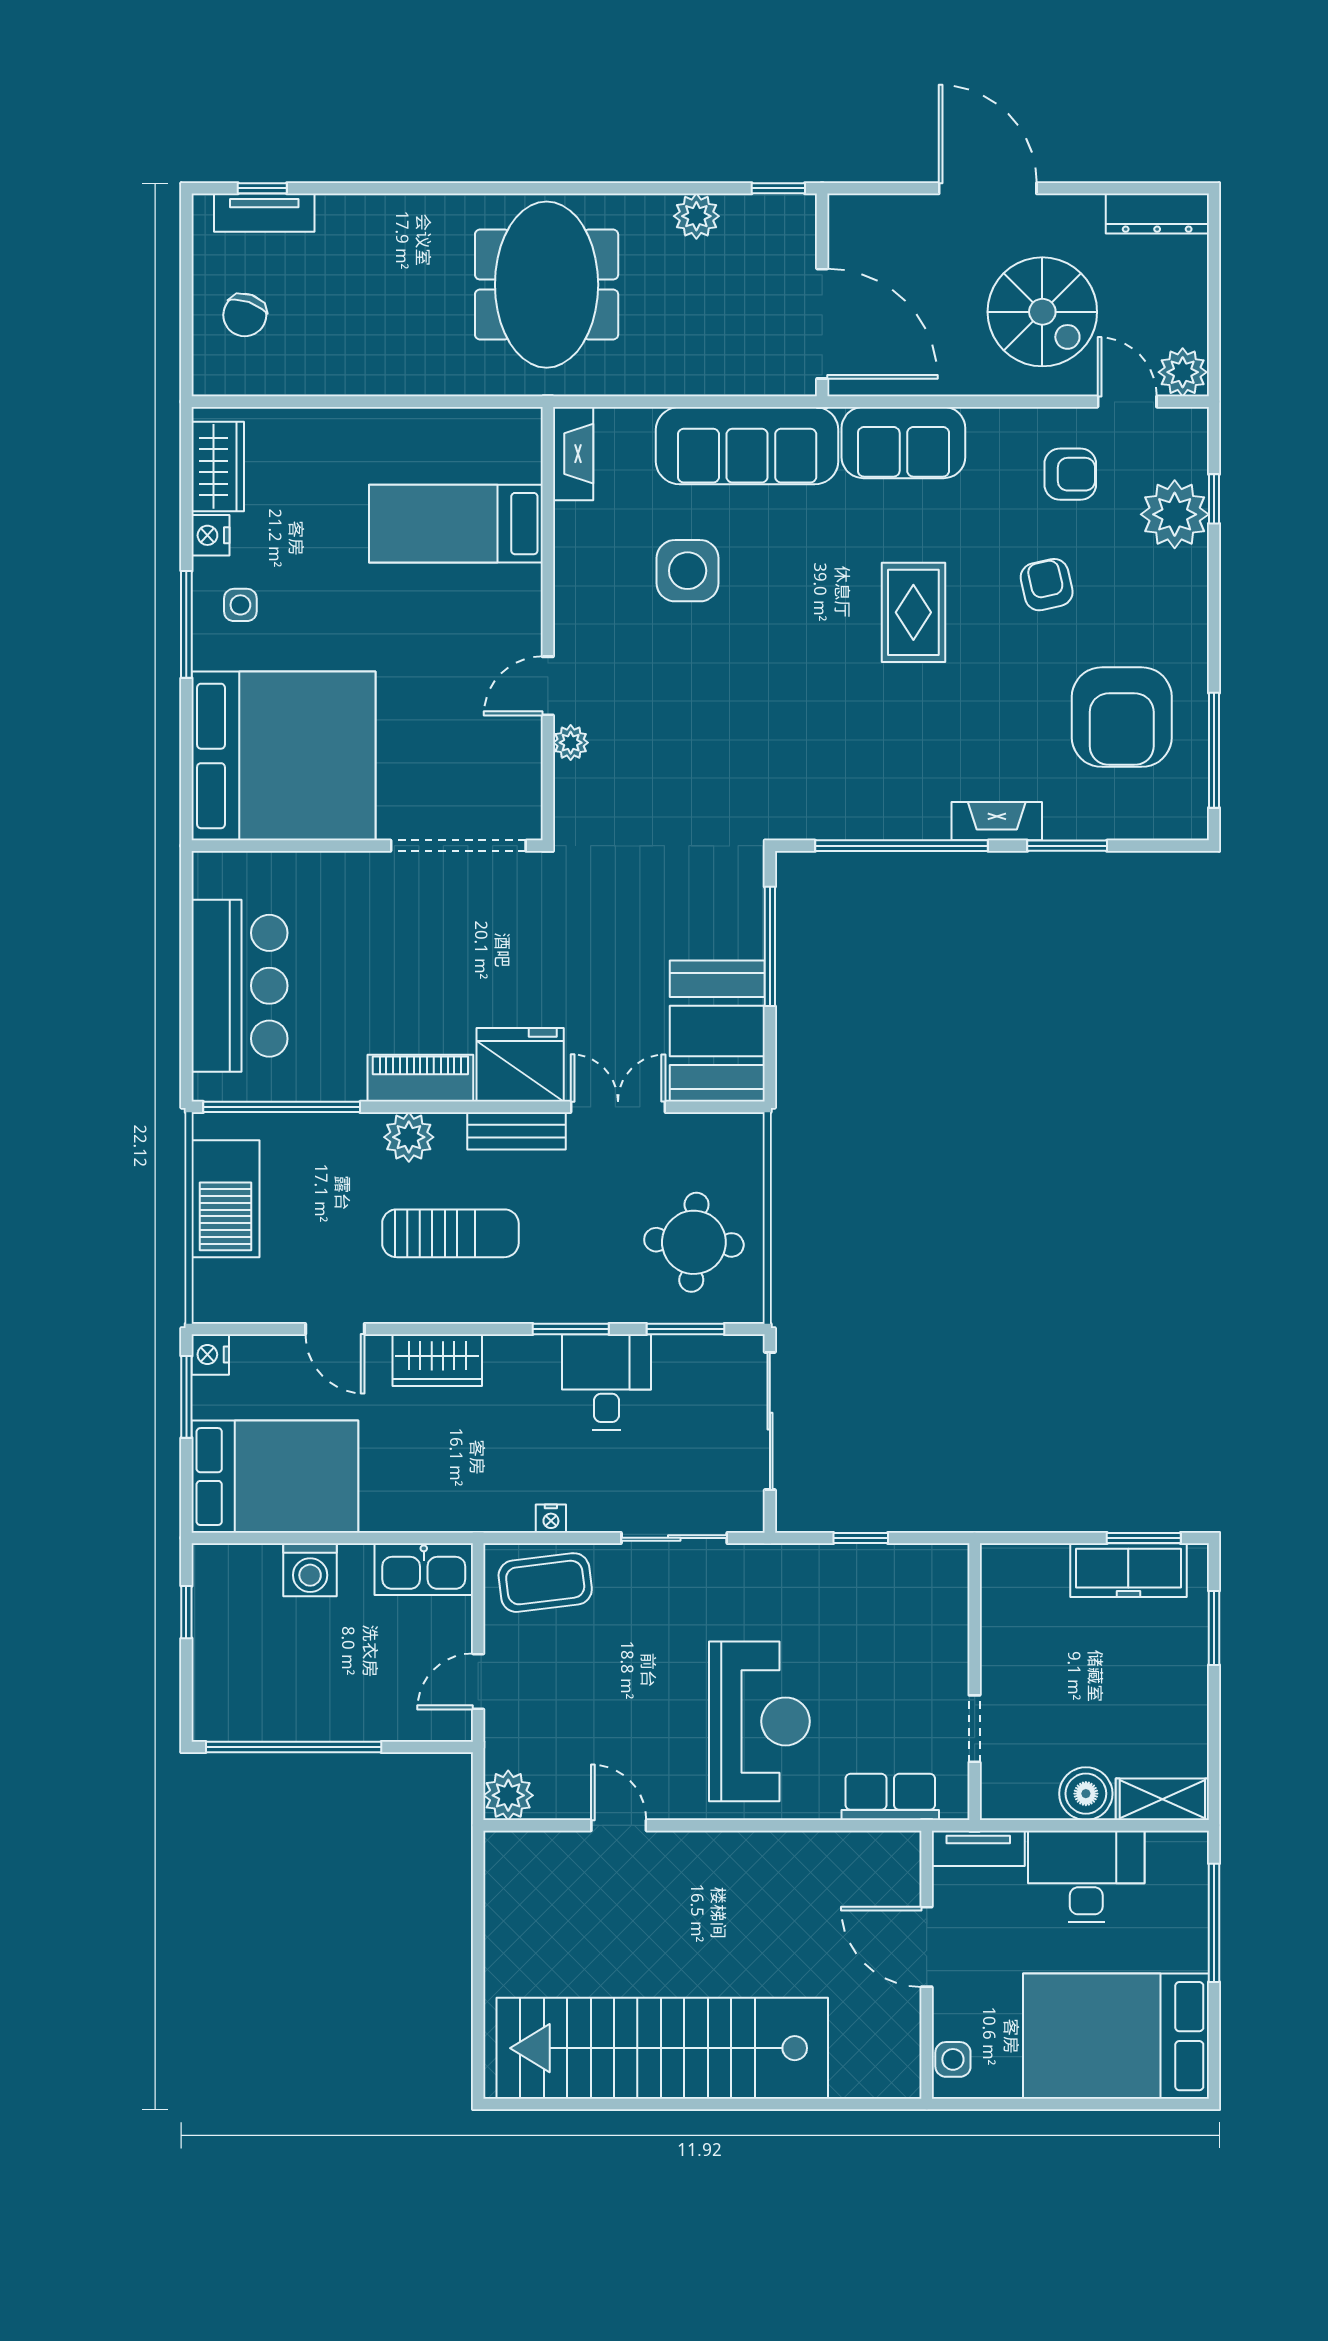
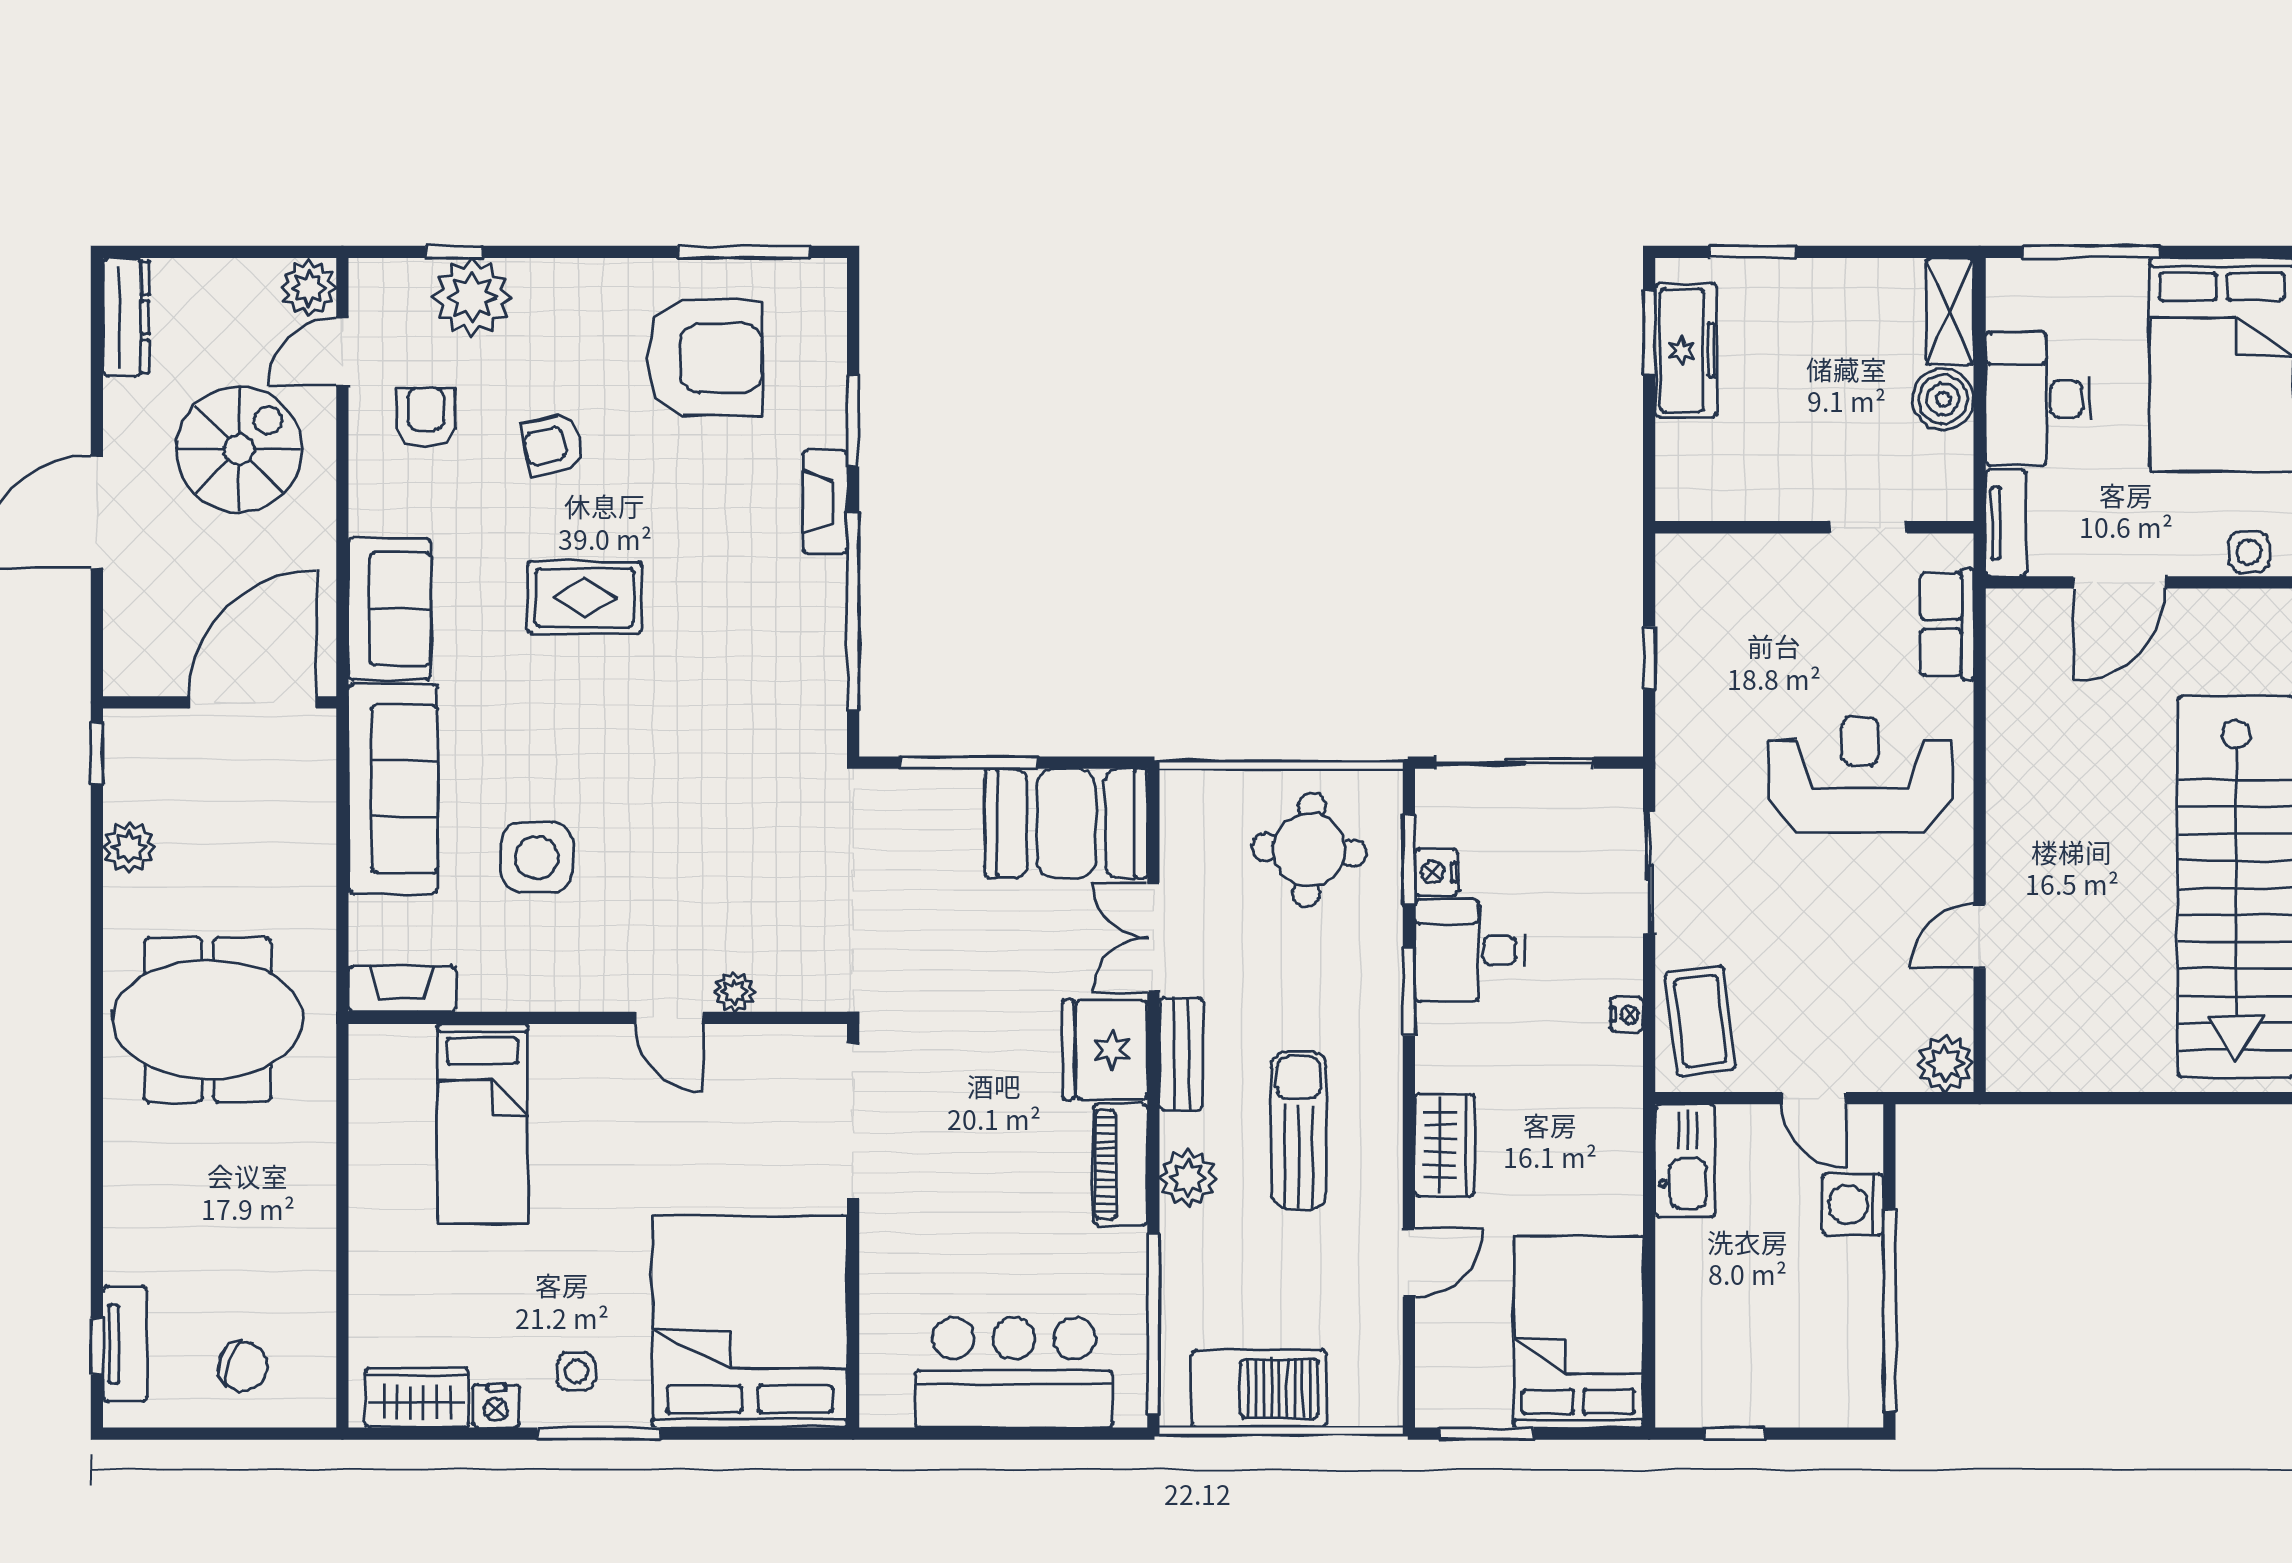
nightstand: (210, 1354) -> (1436, 872), moved, turned 90
washing machine: (310, 1570) -> (1853, 1205), moved, turned 180

